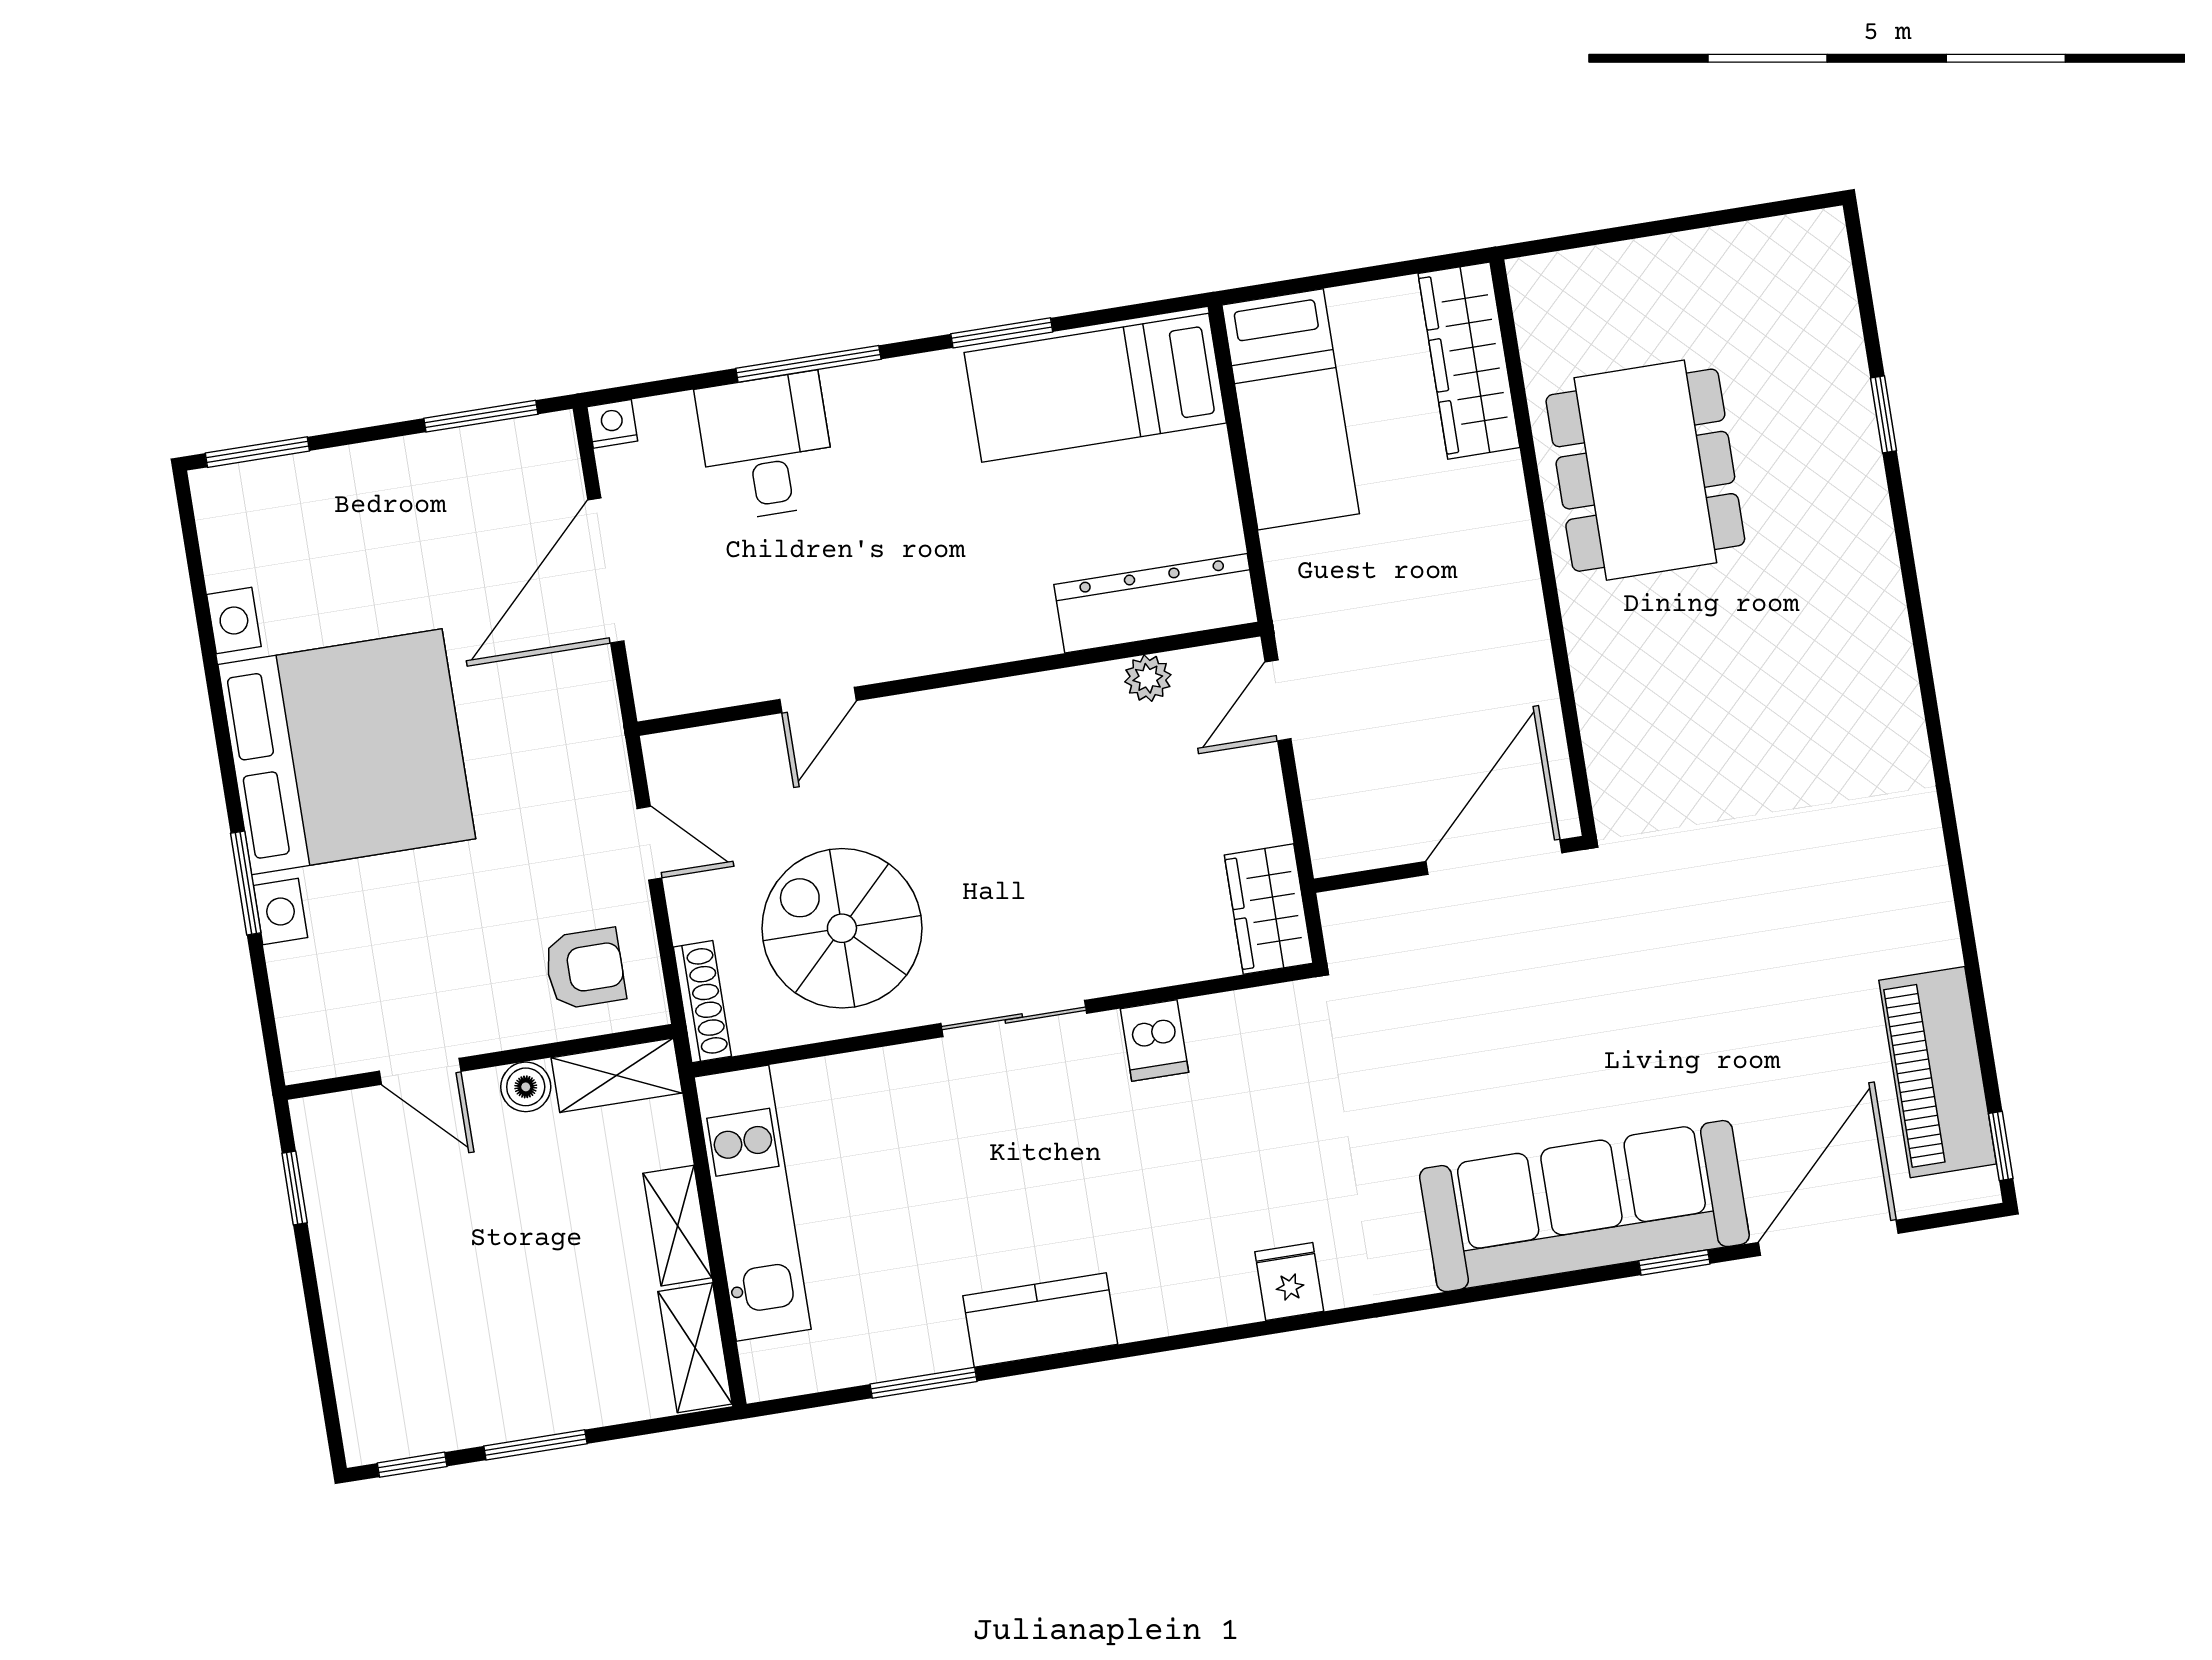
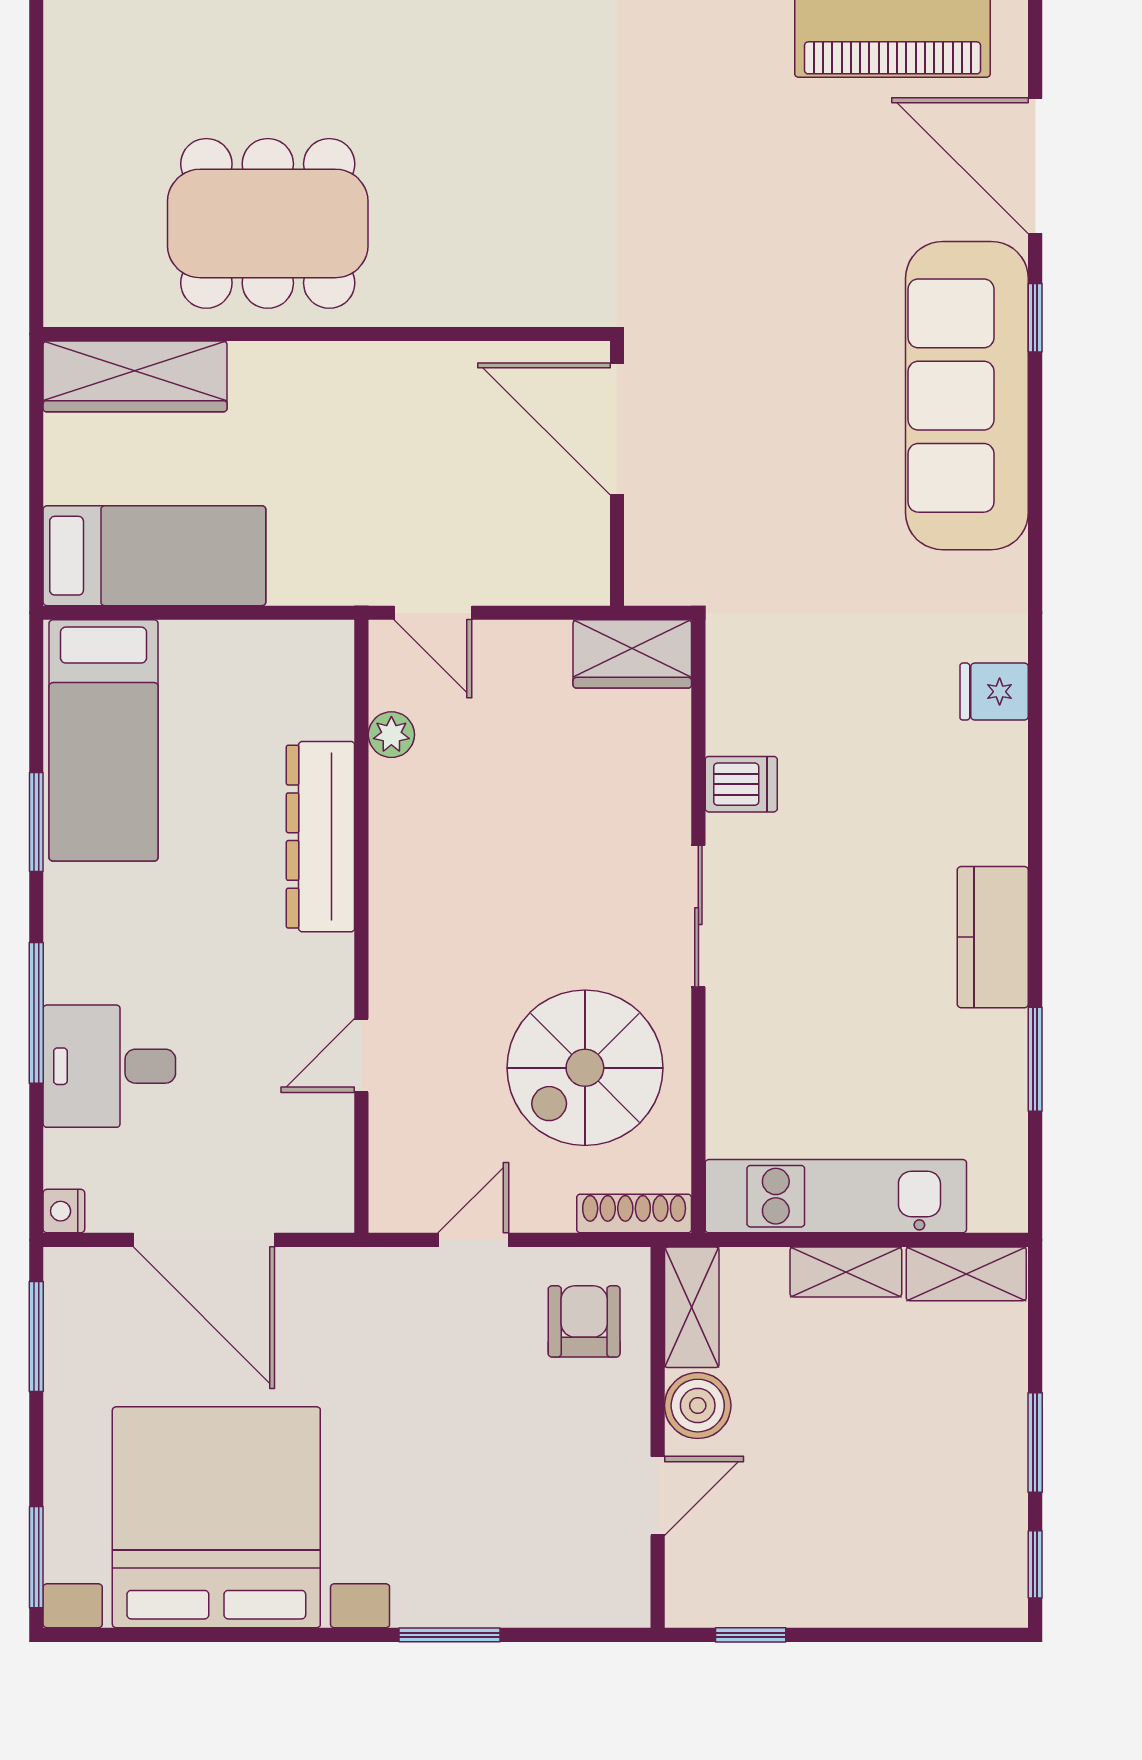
dresser: (1156, 603) -> (320, 837), moved
door: (818, 700) -> (361, 1056), swing flipped
bed with nightstands: (347, 752) -> (216, 1517), moved
boiler: (526, 1087) -> (698, 1406), width x1.36, depth x1.36

